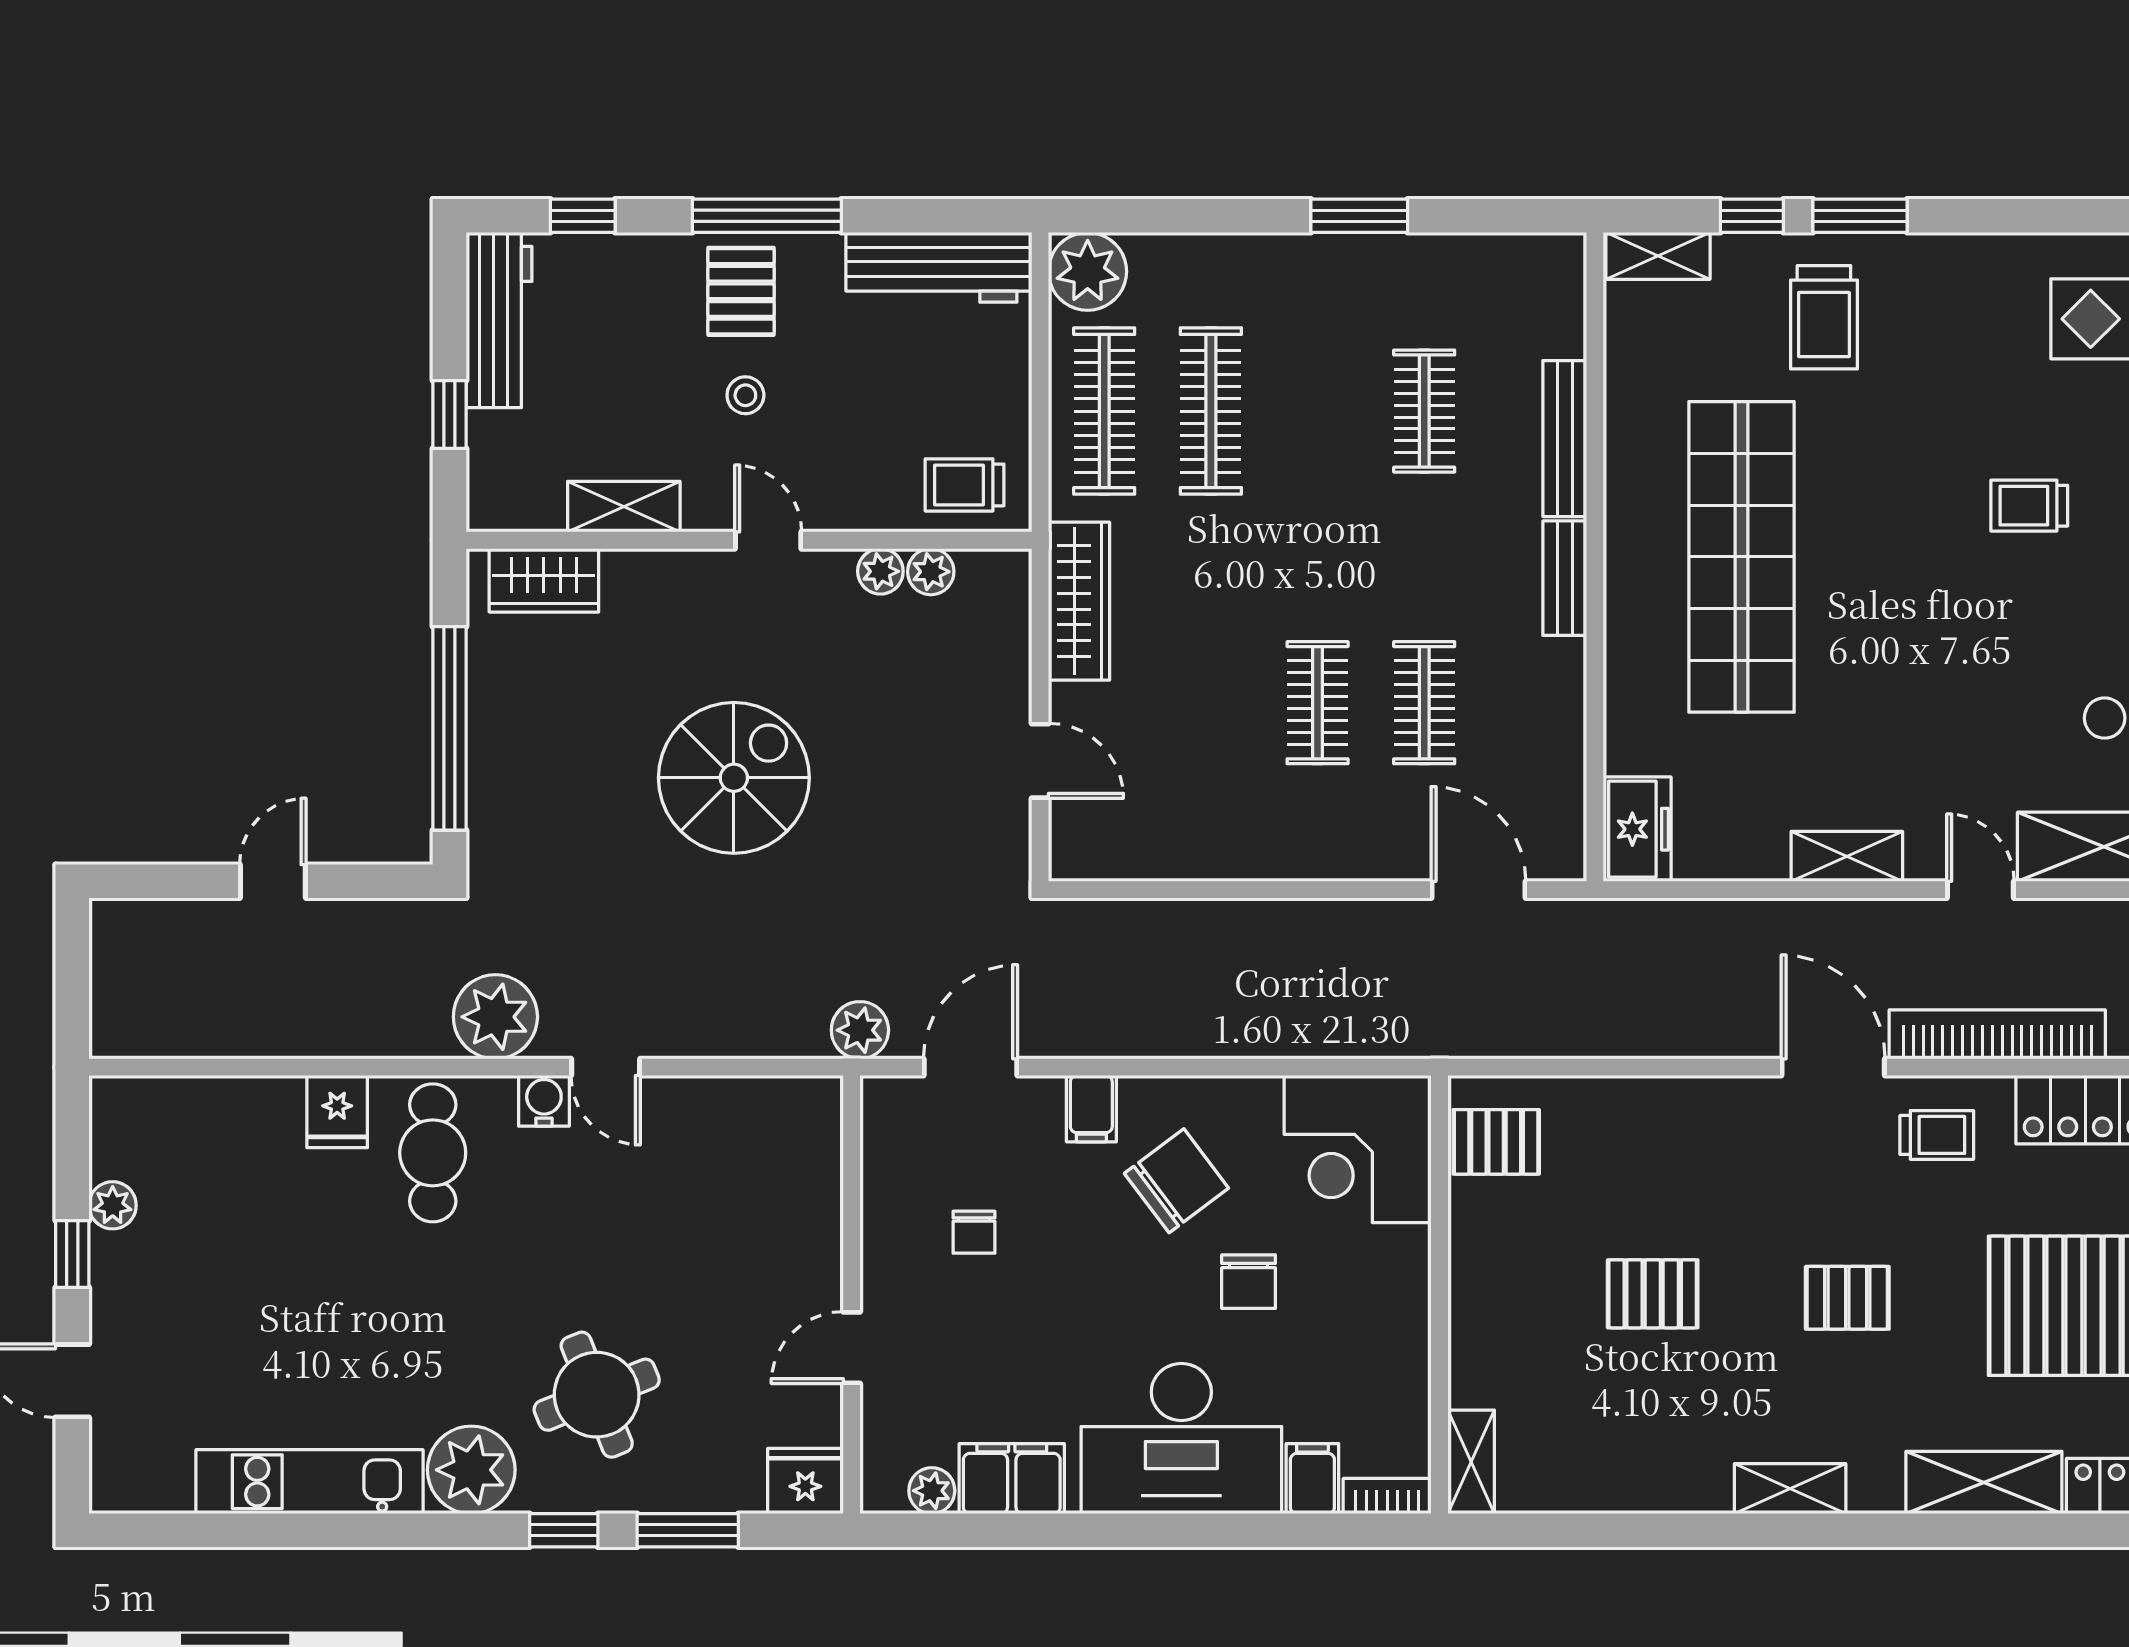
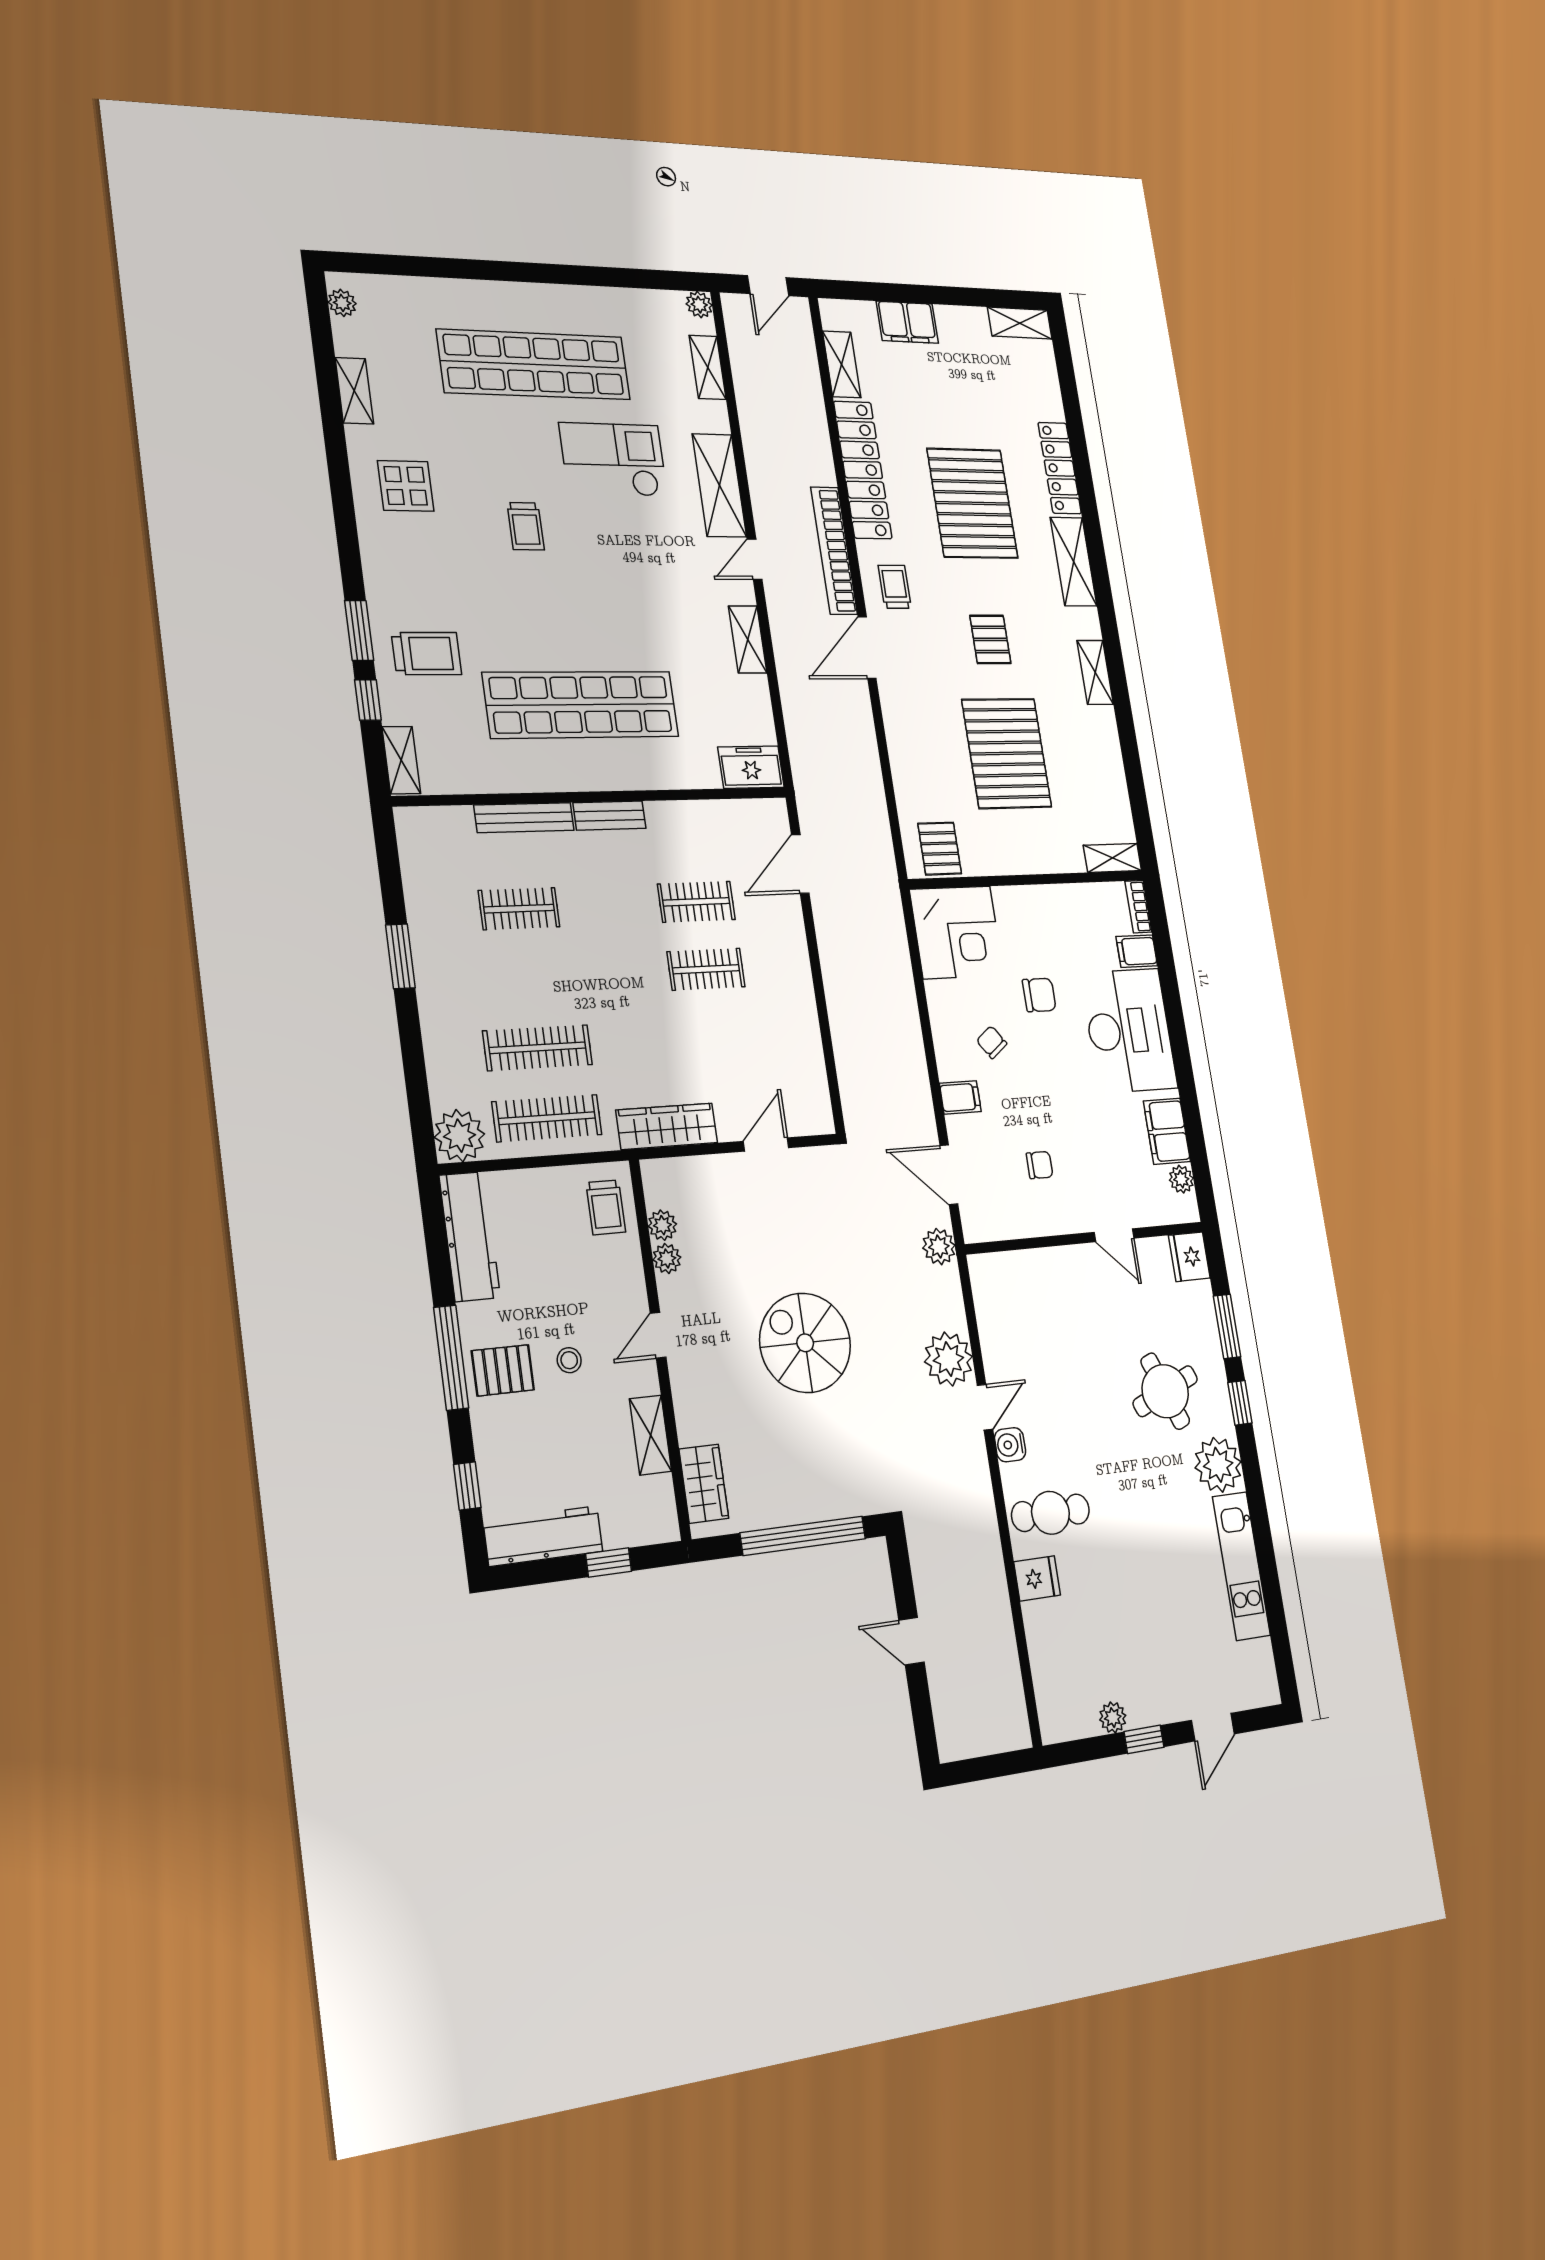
plant: (495, 1017) -> (948, 1359), moved
chair: (1176, 1181) -> (992, 1042), width x0.54, depth x0.54
pallet: (1653, 1294) -> (1007, 753), width x2.05, depth x2.00

